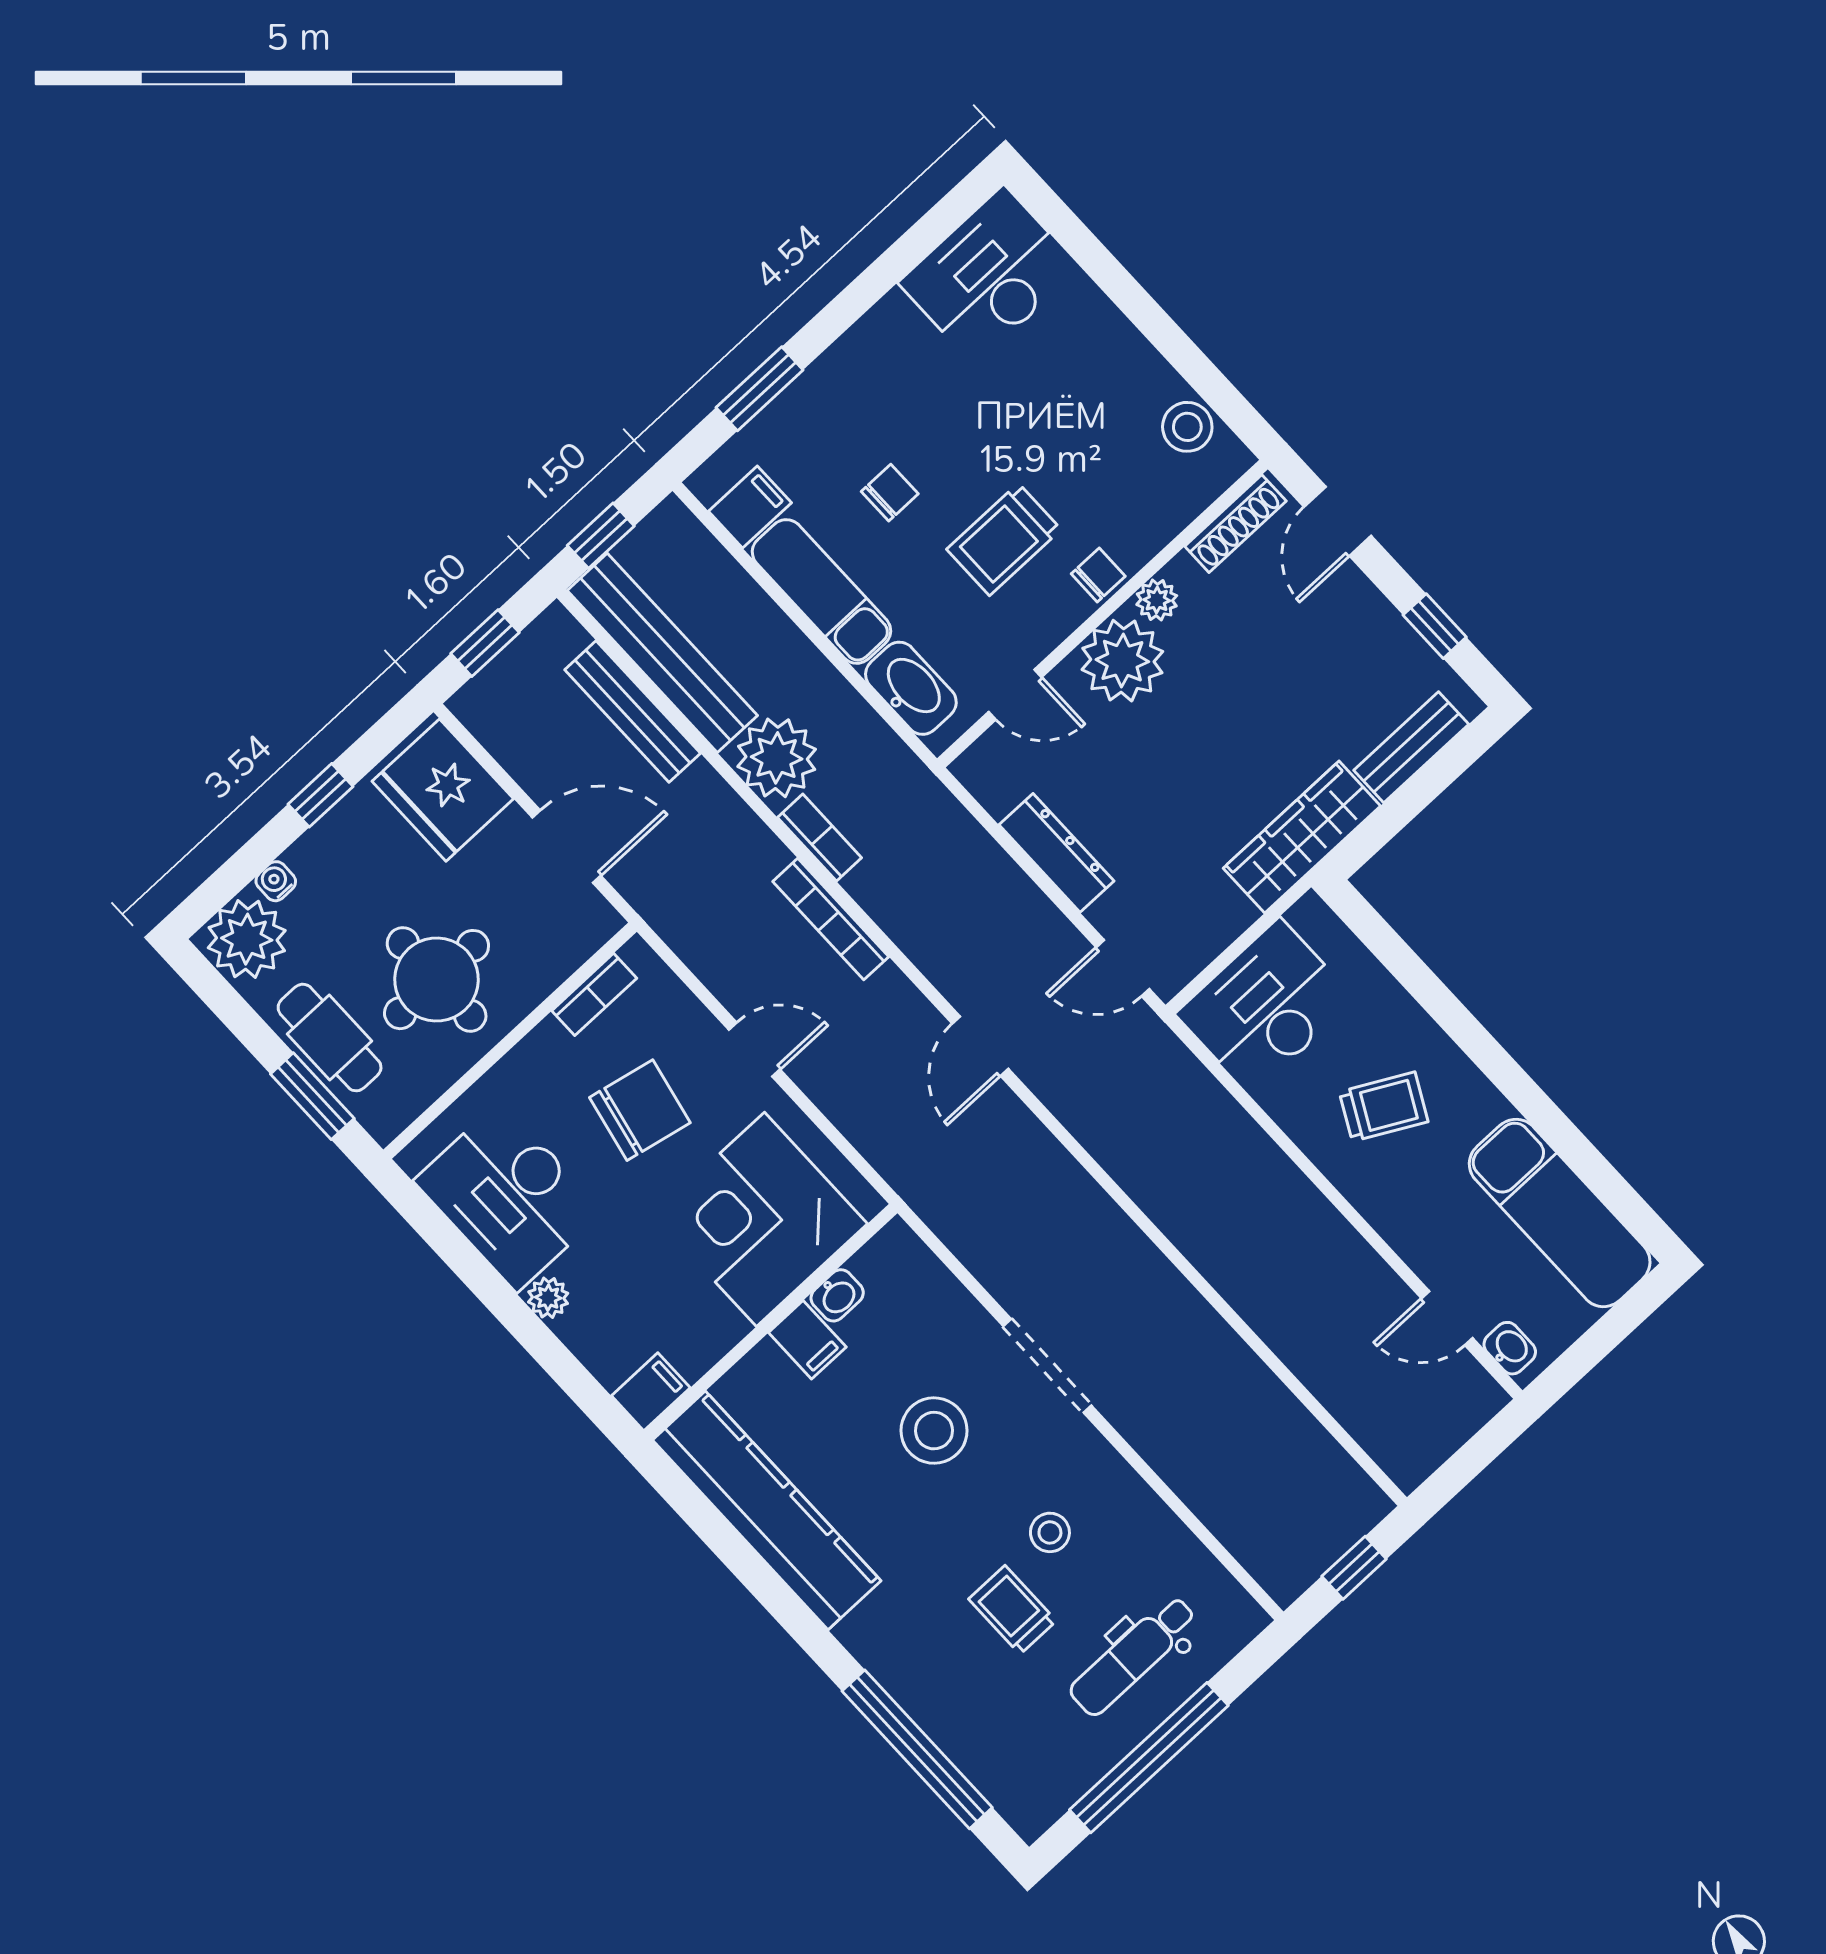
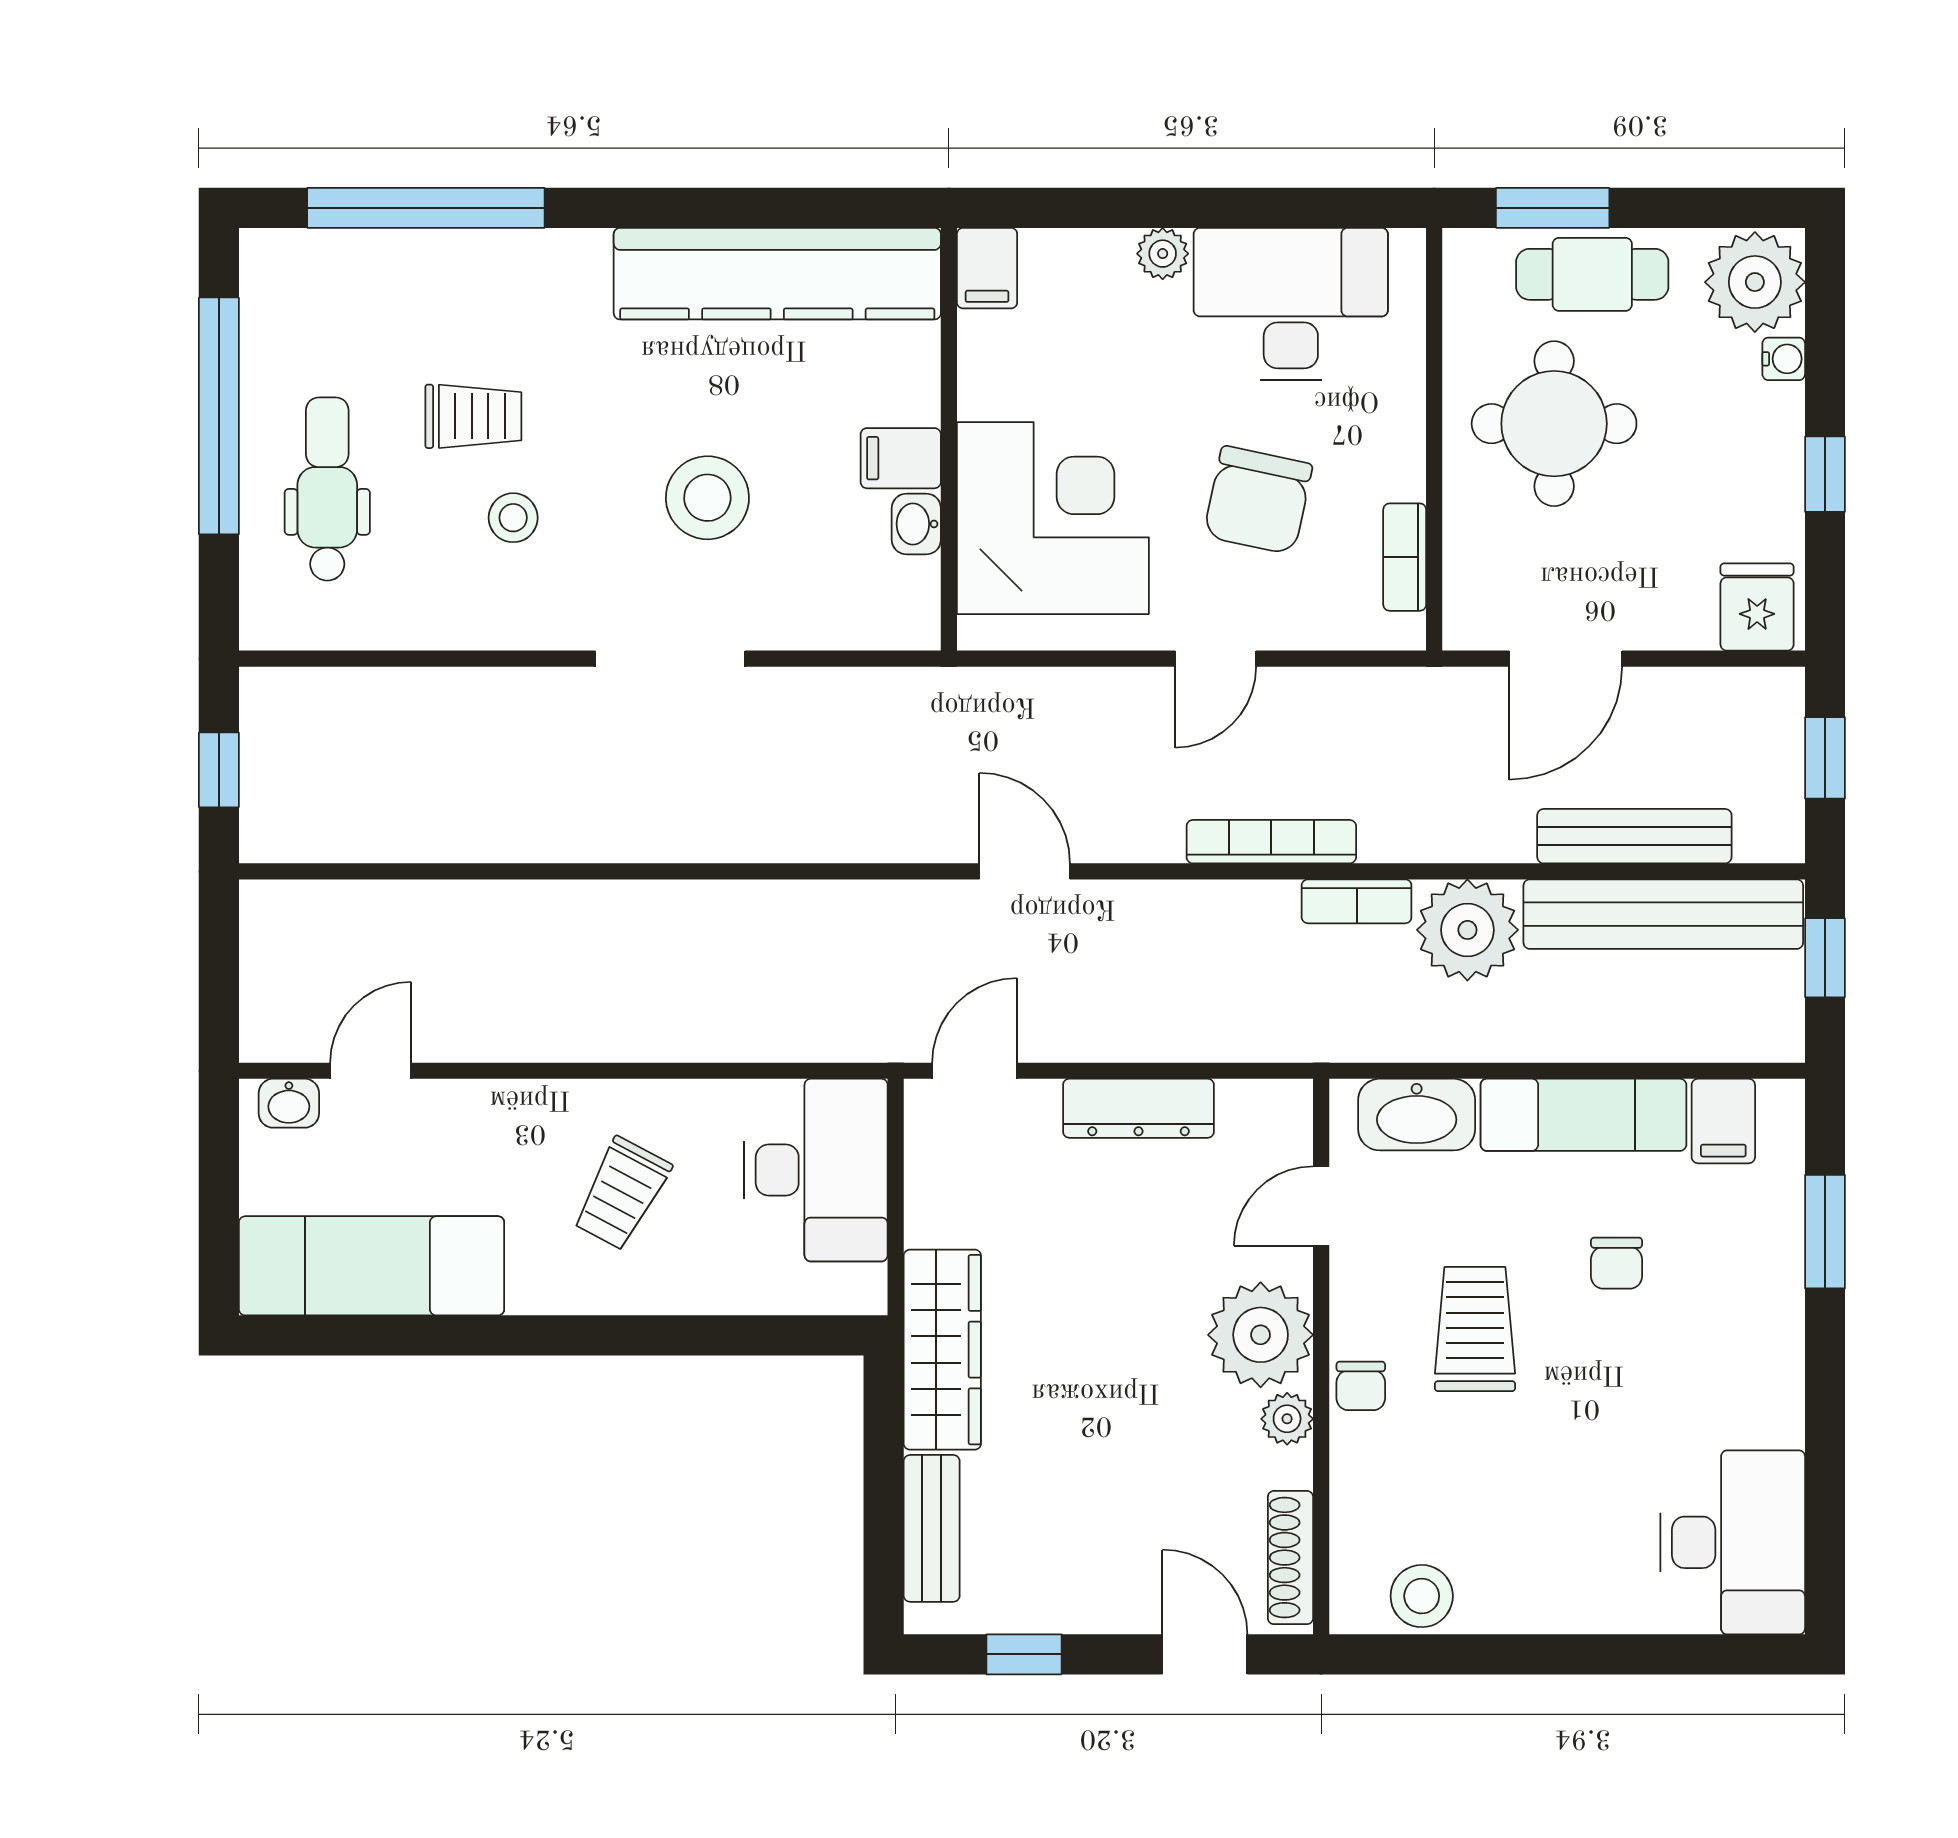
fridge: (443, 790) -> (1757, 607), width x0.53, depth x0.75

